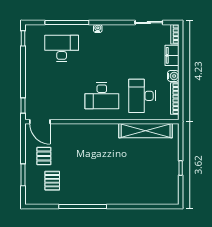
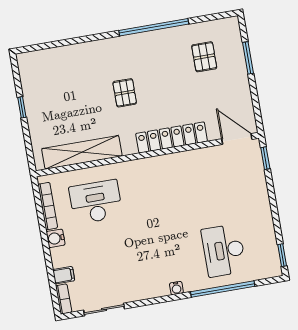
desk: (62, 48) -> (224, 250), turned 90
filing cabinet: (172, 55) -> (64, 275), width x0.50
desk: (102, 96) -> (154, 192), removed
desk: (142, 96) -> (96, 202), turned -90
locker: (84, 130) -> (172, 137), added
pallet: (44, 156) -> (125, 93), moved

